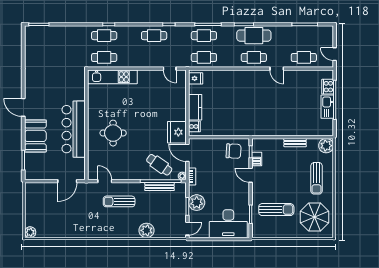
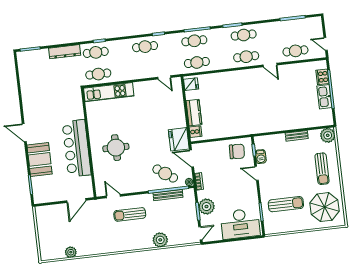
dresser: (73, 31) -> (65, 52), added
cafe table: (254, 36) -> (244, 35), width x0.73, depth x0.74
plant: (30, 232) -> (71, 252), moved

